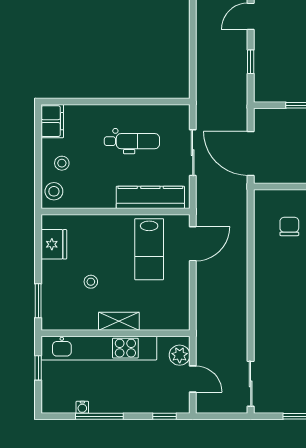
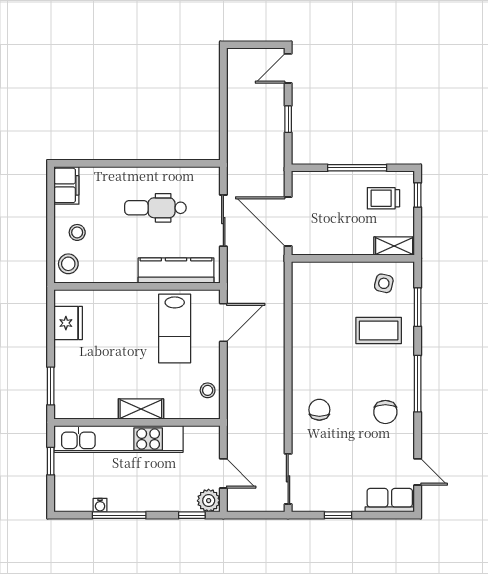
dental chair: (132, 141) -> (155, 208), turned 180
chair: (289, 226) -> (319, 410), moved
stool: (91, 282) -> (208, 390), moved
plant: (180, 355) -> (209, 501), moved

